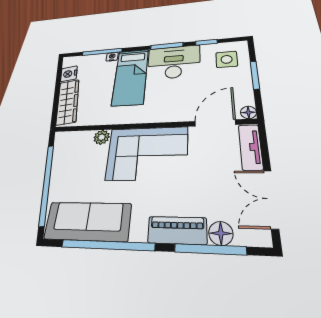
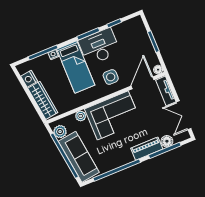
side table: (227, 59) -> (111, 77), moved
plant: (63, 148) -> (60, 132), added
sofa: (88, 221) -> (79, 157), moved, turned 83

